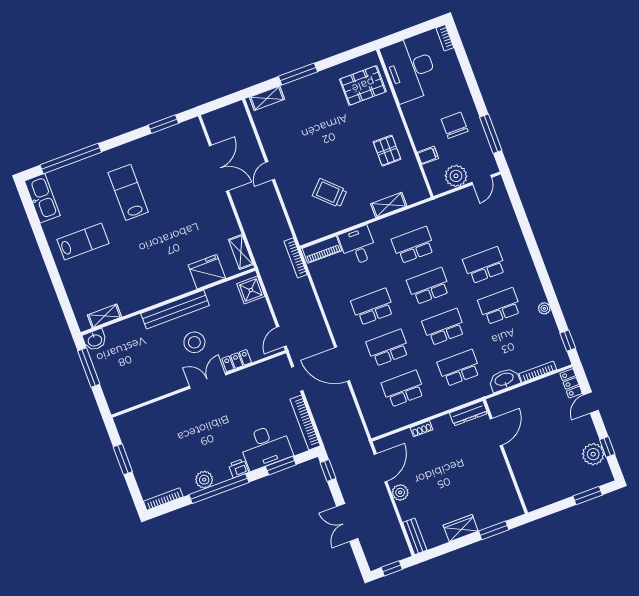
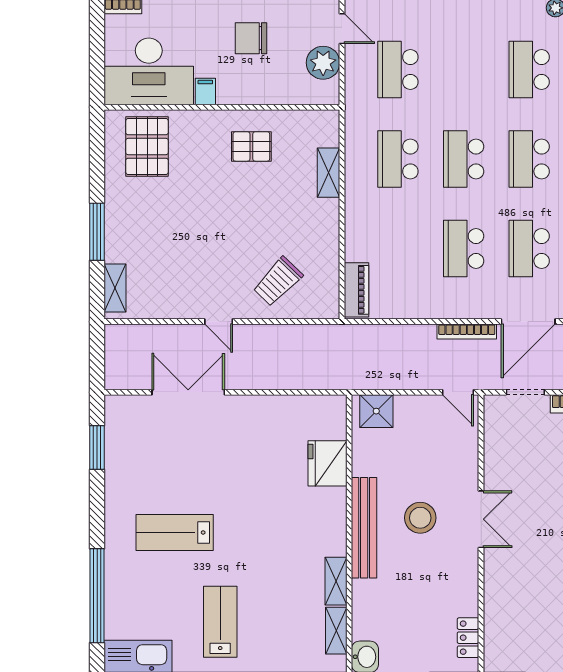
filing cabinet: (428, 155) -> (205, 91), moved
trolley: (330, 193) -> (278, 281), moved
desk: (358, 246) -> (370, 237), removed
shelving: (241, 252) -> (336, 581), moved, turned 90
bookcase: (295, 258) -> (467, 332), moved
school desk: (484, 265) -> (398, 70), moved
locker: (237, 361) -> (468, 638), moved
double door: (208, 381) -> (481, 519), swing flipped

